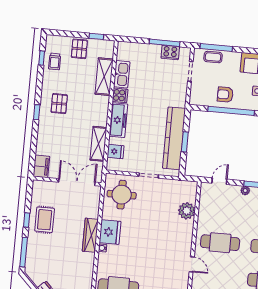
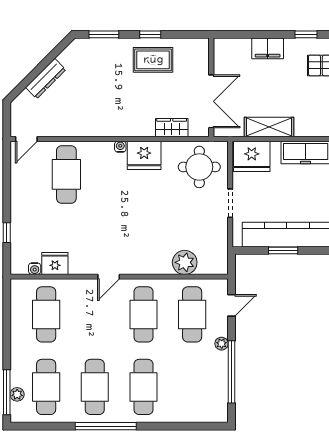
fridge: (115, 152) -> (252, 156), width x1.88, depth x1.34
filing cabinet: (41, 166) -> (268, 48), moved
door: (219, 181) -> (232, 305), hinge flipped
cafe table: (223, 209) -> (192, 314), added
wardrobe: (90, 235) -> (172, 128), moved, width x0.67
window: (24, 252) -> (104, 34), width x0.69

